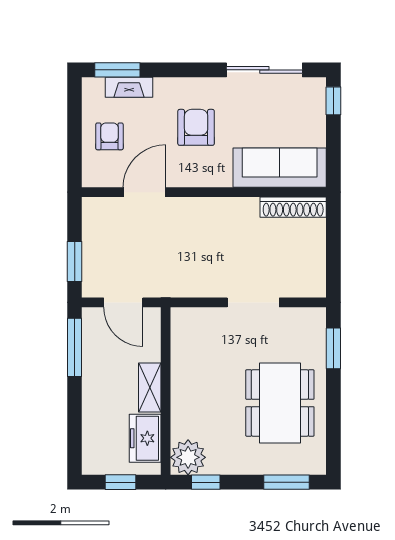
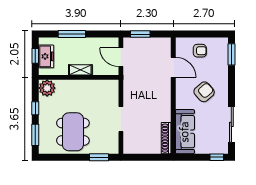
fireplace: (129, 87) -> (223, 60), removed
armchair: (196, 127) -> (204, 92), turned -41
door: (123, 302) -> (121, 57), hinge flipped
window: (75, 347) -> (72, 34), moved
dining table: (280, 403) -> (73, 132), turned 90
freezer: (145, 438) -> (46, 56), moved, turned 90
window: (206, 482) -> (35, 108), moved

